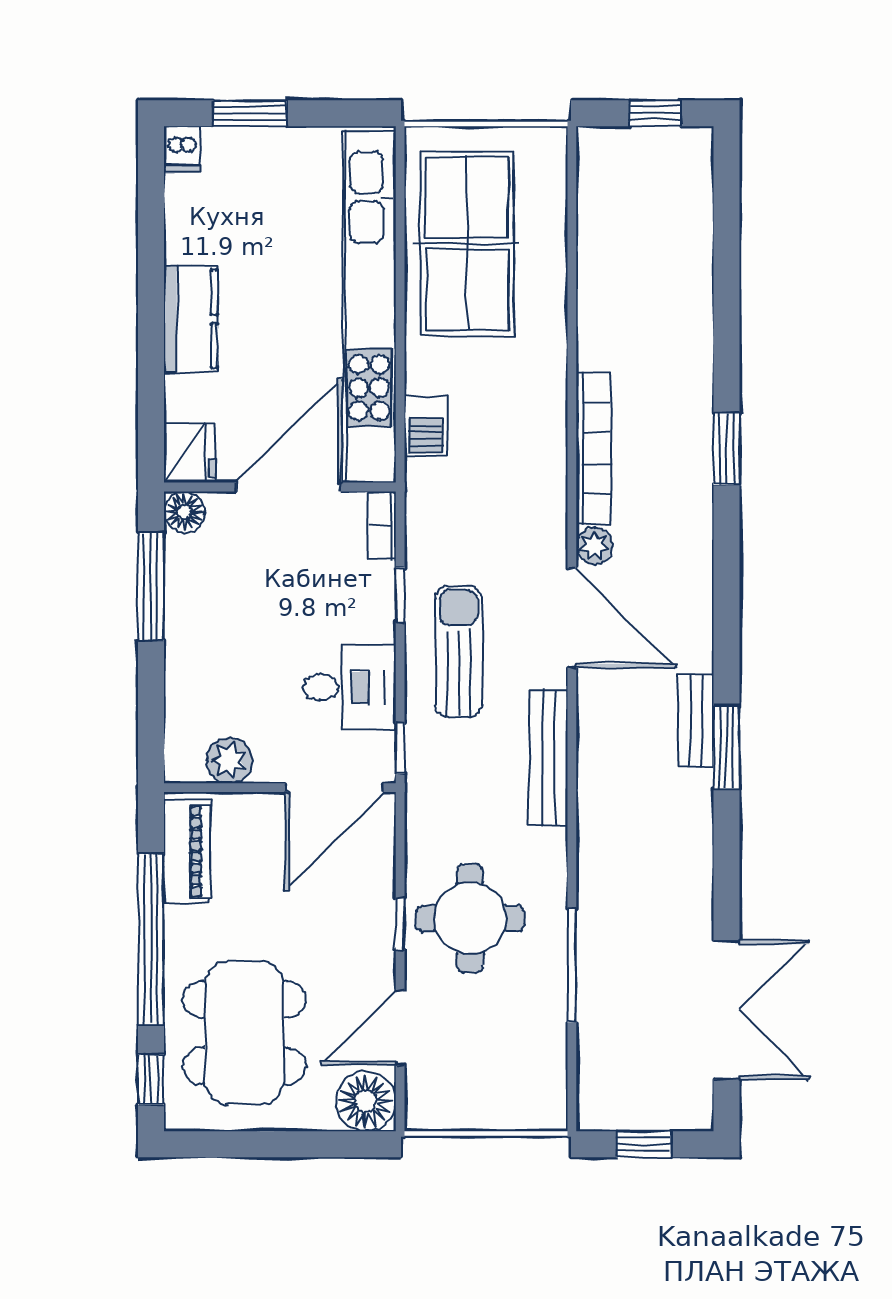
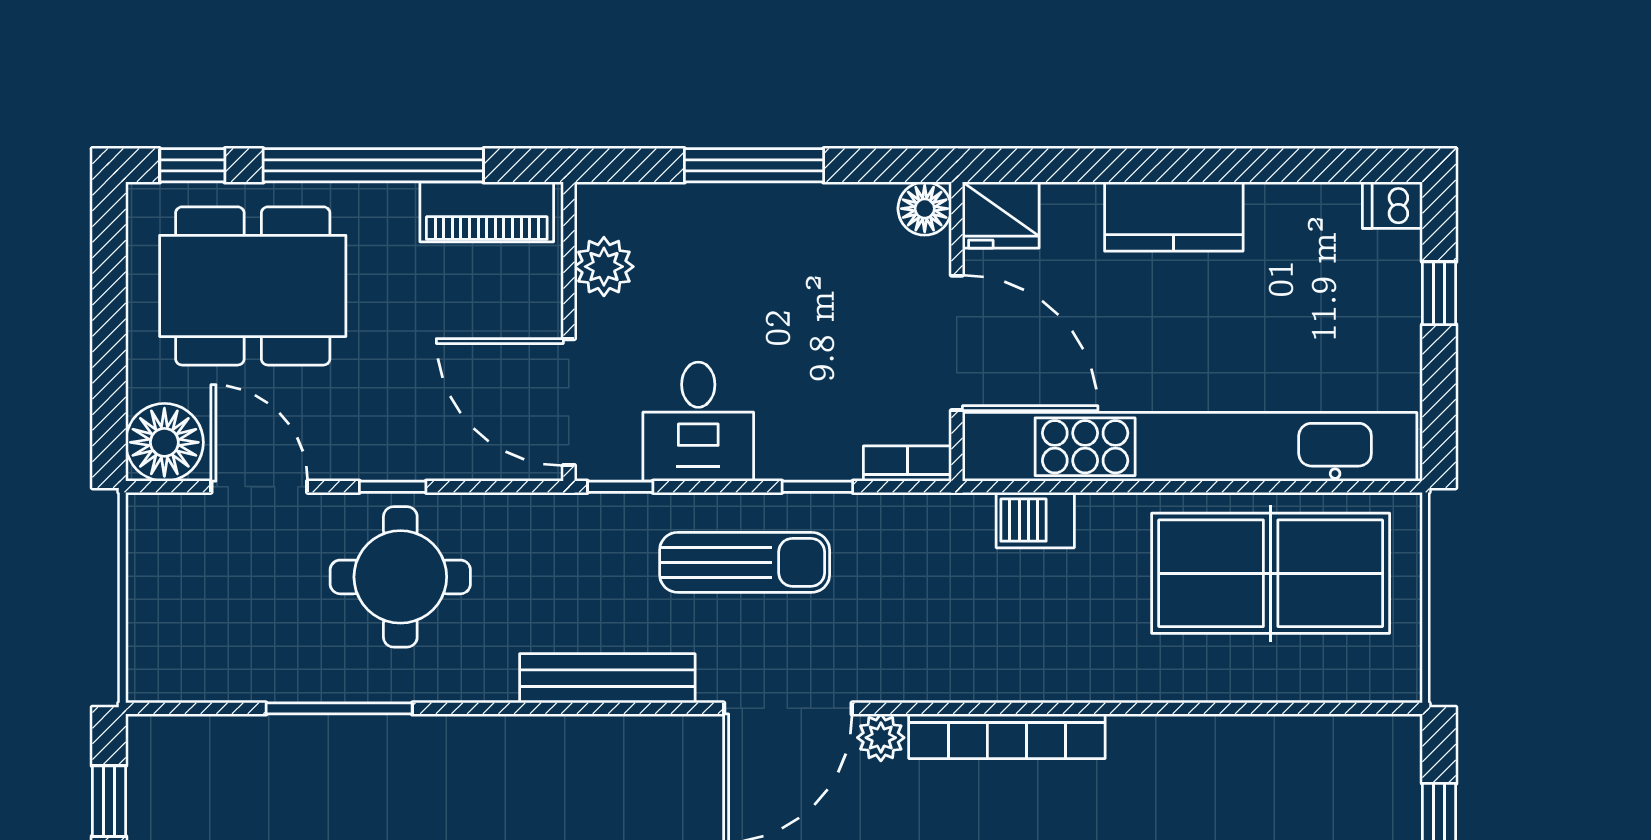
window: (250, 113) -> (1439, 293), width x0.67
window: (151, 586) -> (754, 165), moved

